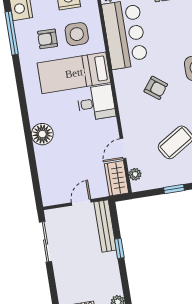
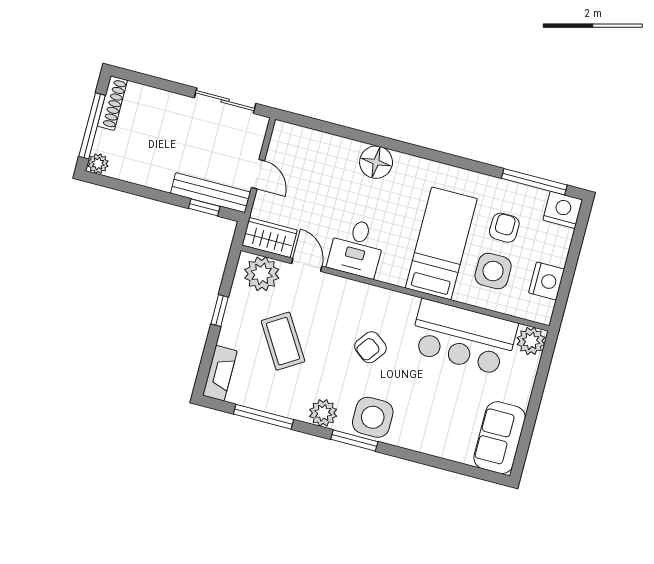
desk: (96, 103) -> (356, 248), moved
plant: (135, 174) -> (262, 274), width x1.87, depth x1.87
window: (119, 248) -> (204, 207), moved

